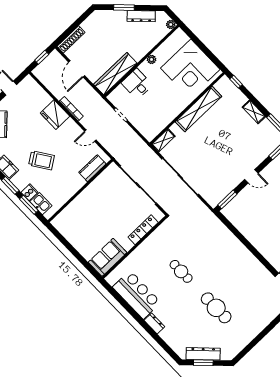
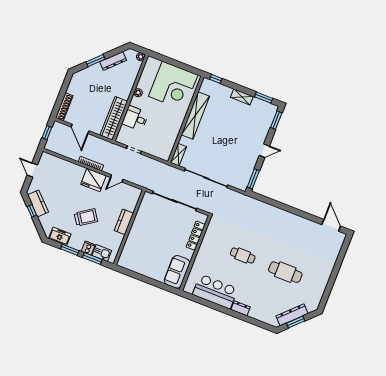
fridge: (55, 115) -> (93, 180), moved
kitchen counter: (92, 168) -> (124, 222), moved

